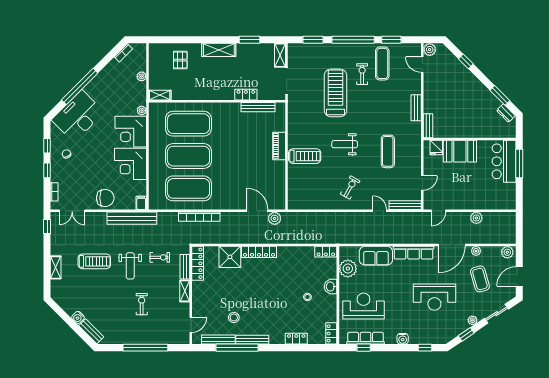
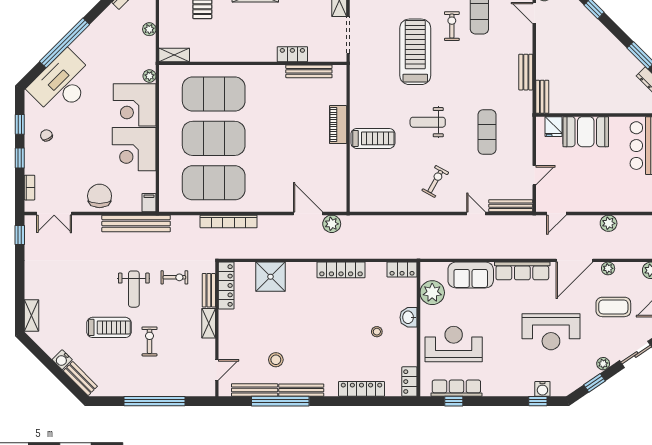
chair: (105, 198) -> (100, 196), turned -90
locker: (259, 252) -> (341, 270), moved
treadmill: (94, 261) -> (109, 327), moved
shelving: (56, 267) -> (32, 315), moved
coffee table: (480, 279) -> (613, 307), turned -74
locker: (296, 339) -> (361, 389), width x1.53
water cooler: (403, 339) -> (542, 389), moved

